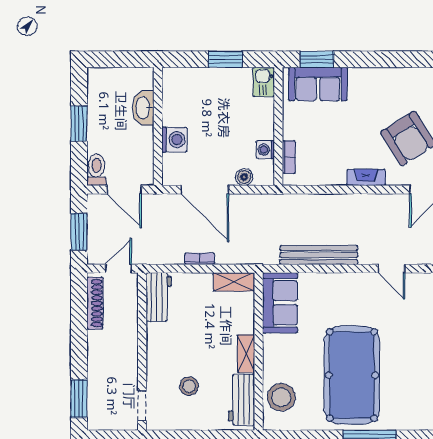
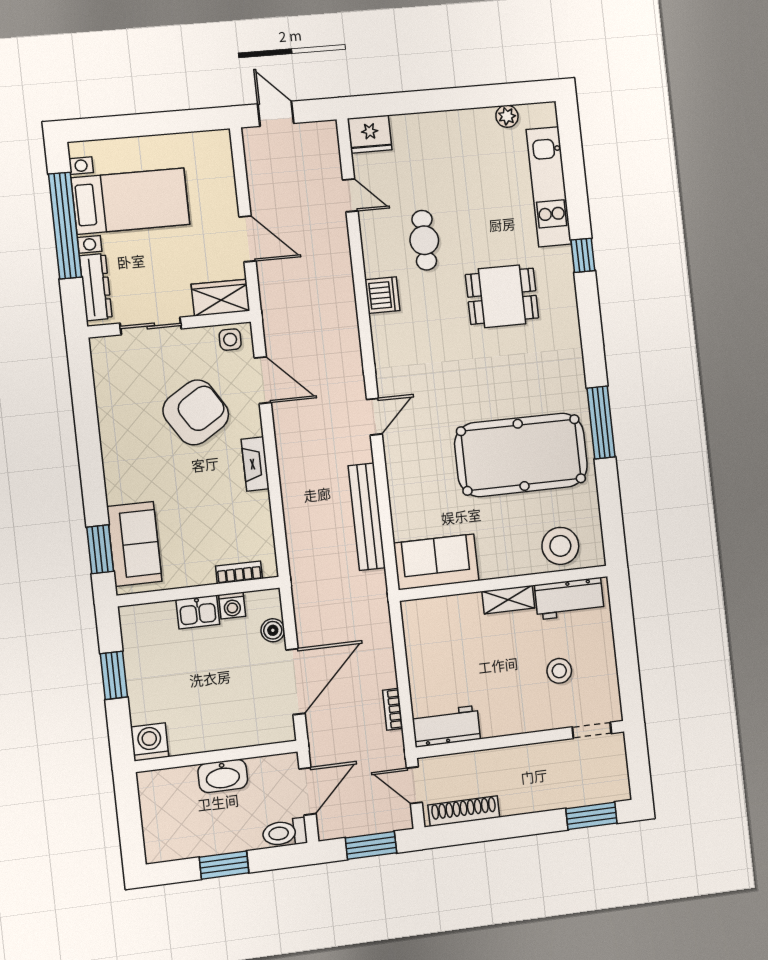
kitchen sink: (264, 82) -> (198, 612), moved
washbasin: (143, 108) -> (223, 776), moved
washing machine: (174, 140) -> (150, 742), moved
bookcase: (200, 259) -> (393, 709), moved
shelving: (234, 282) -> (415, 627), removed

